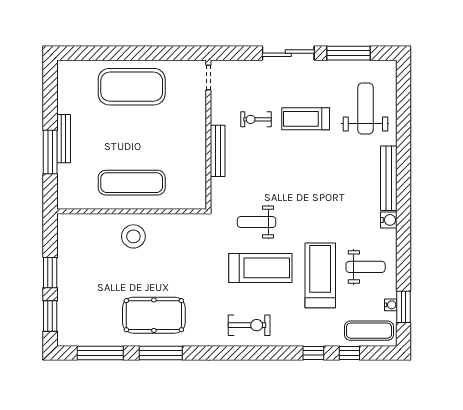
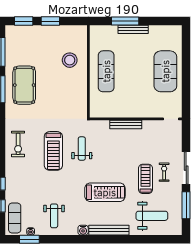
exercise bike: (256, 119) -> (164, 172), moved
stool: (133, 236) -> (70, 60), moved
treadmill: (320, 275) -> (105, 192), moved

